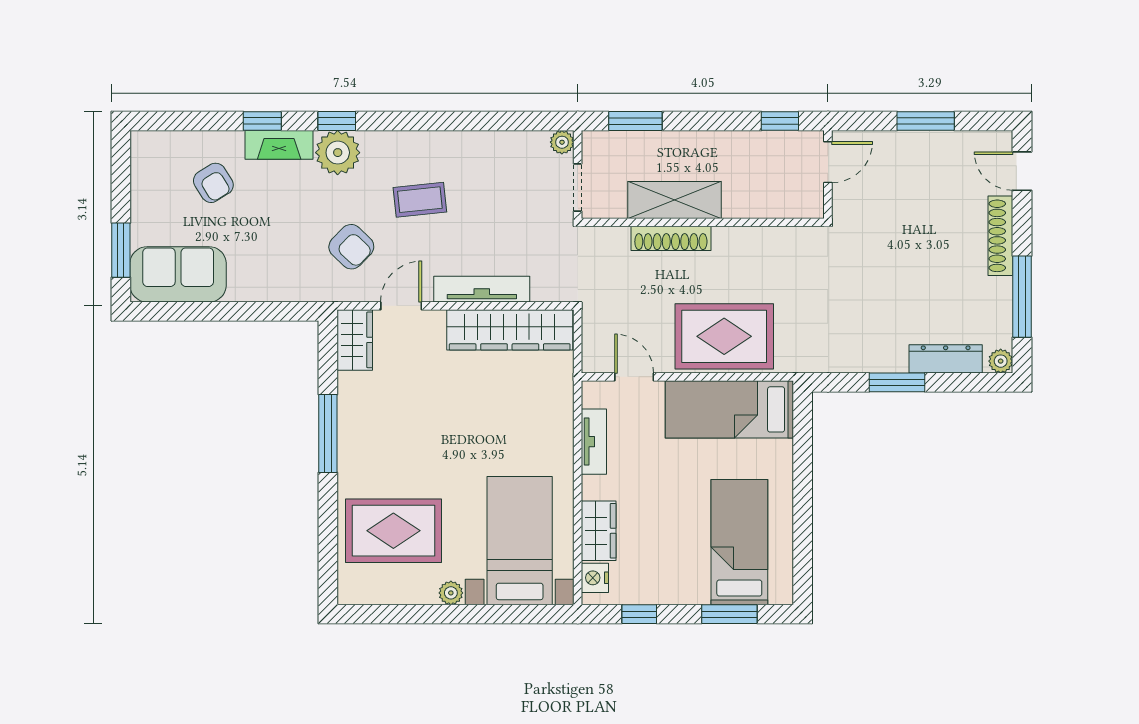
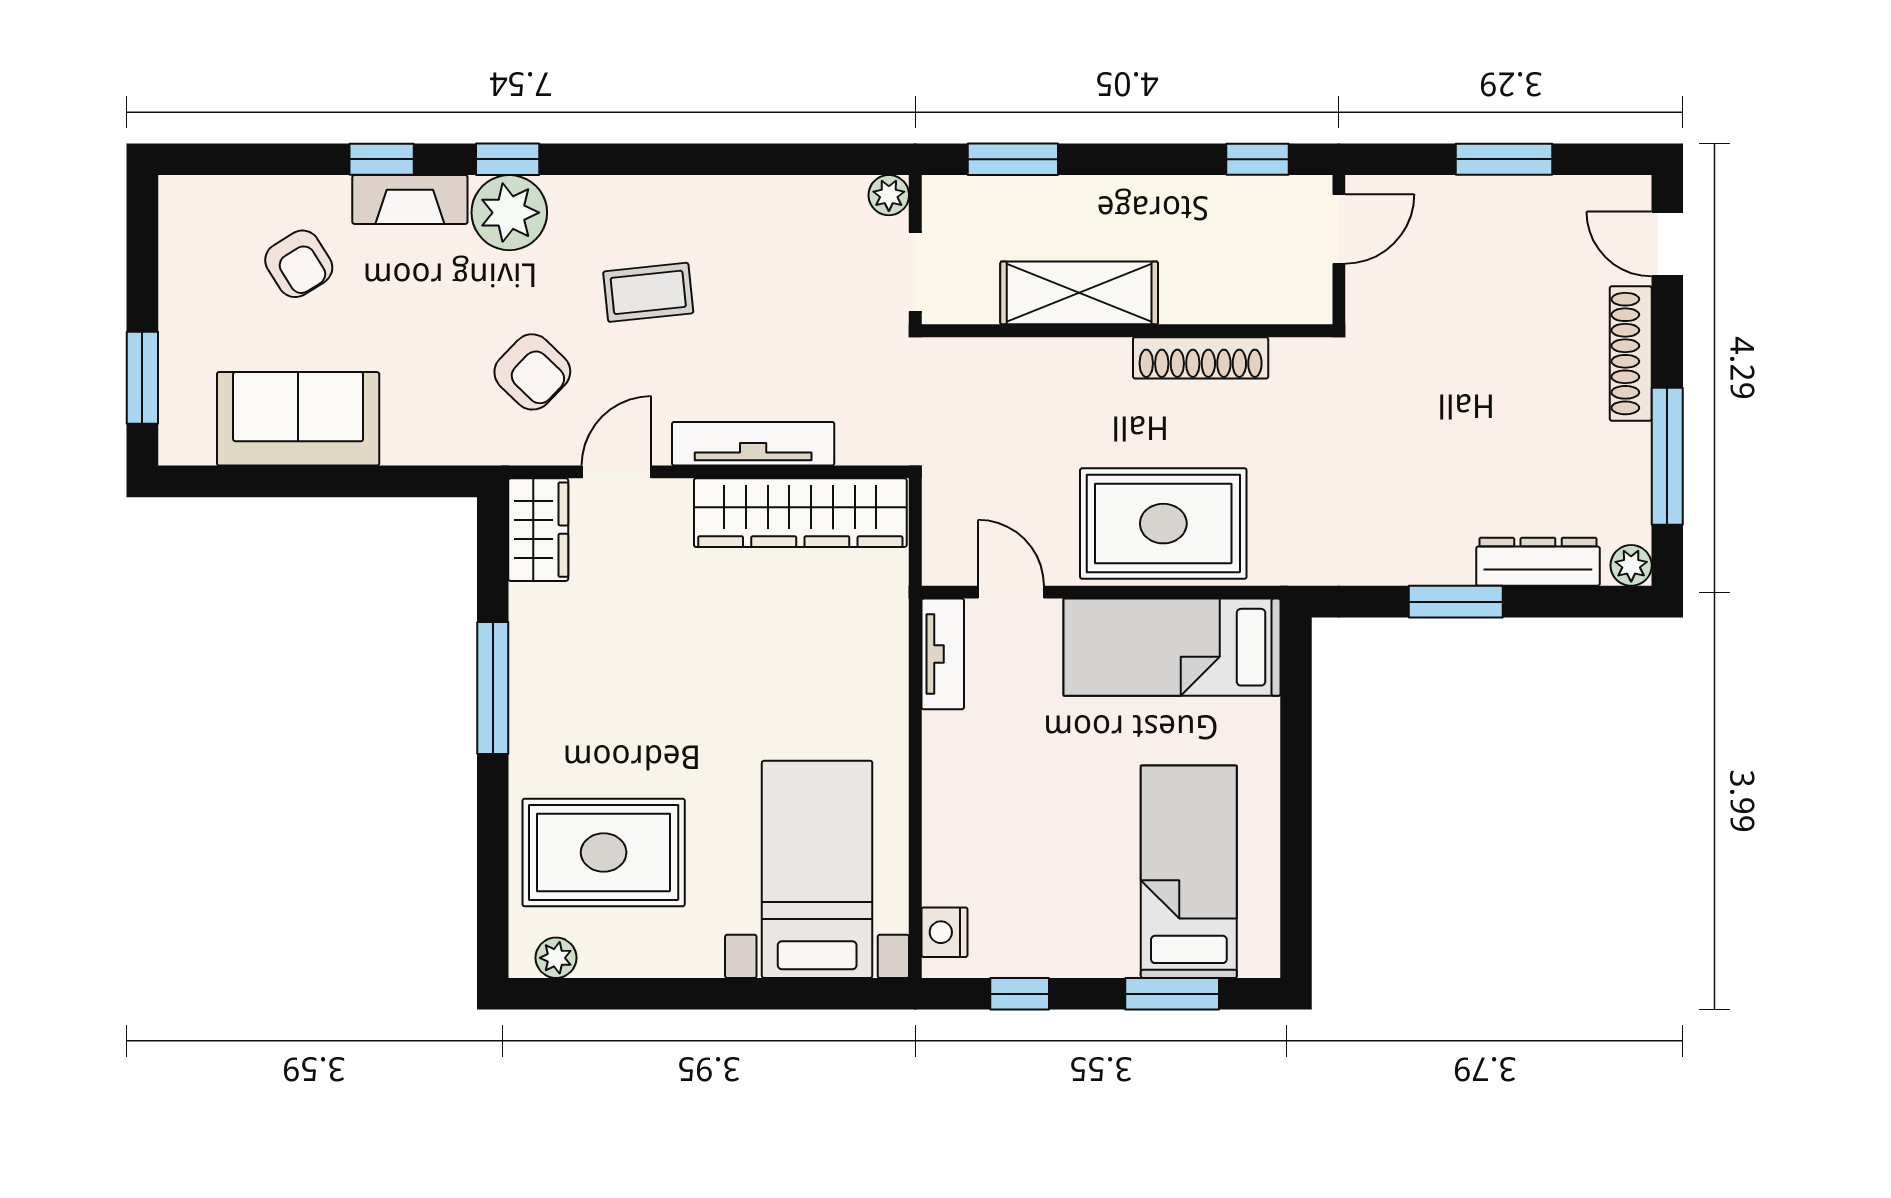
shoe rack: (671, 238) -> (1201, 358), moved
sofa: (178, 274) -> (298, 419), moved
tv unit: (594, 442) -> (943, 654), moved
wardrobe: (599, 531) -> (951, 853), removed
plant: (451, 593) -> (556, 958), moved

